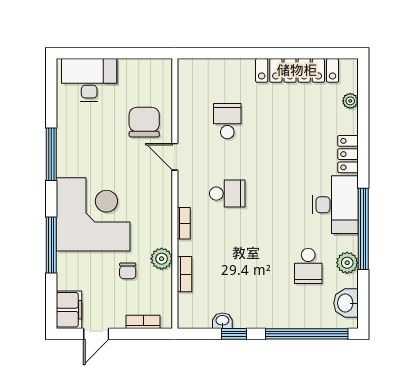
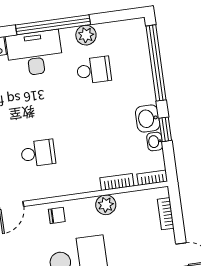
school desk: (227, 194) -> (38, 153), turned 90
bookcase: (184, 223) -> (152, 178), moved
chair: (128, 271) -> (57, 215), moved
washbasin: (346, 303) -> (148, 119), moved, turned 90

